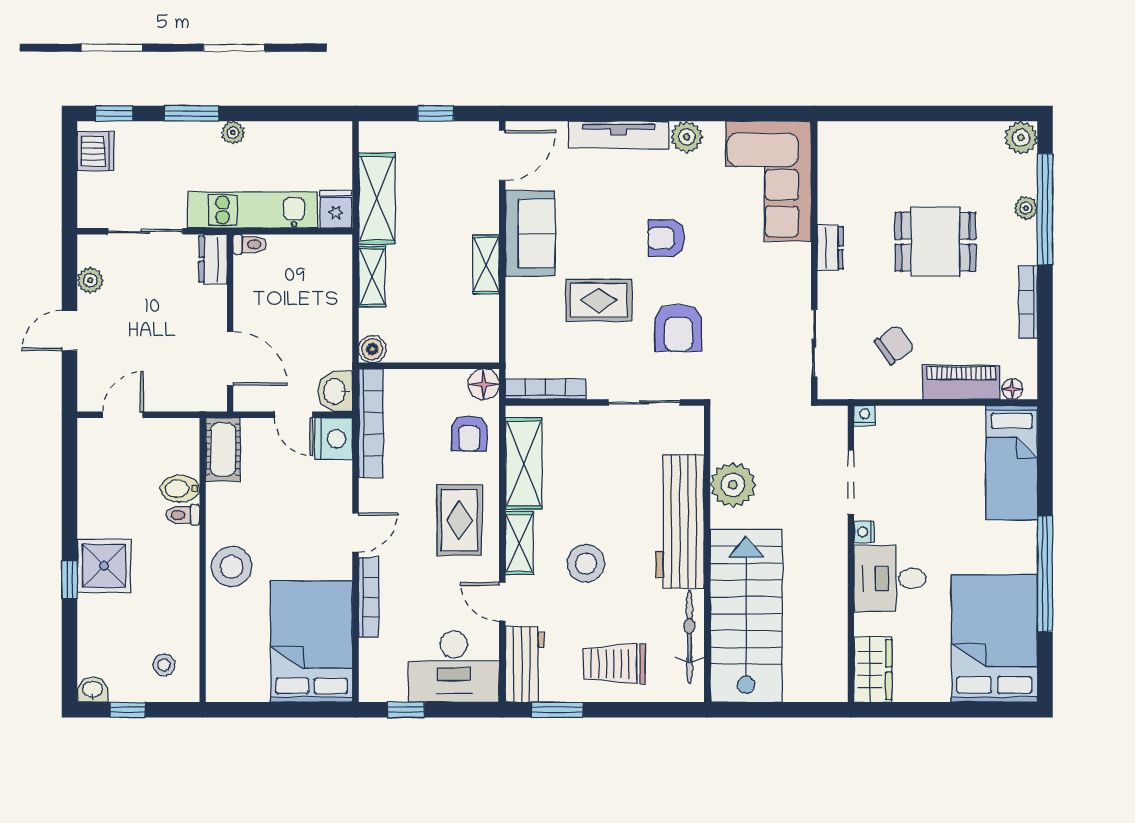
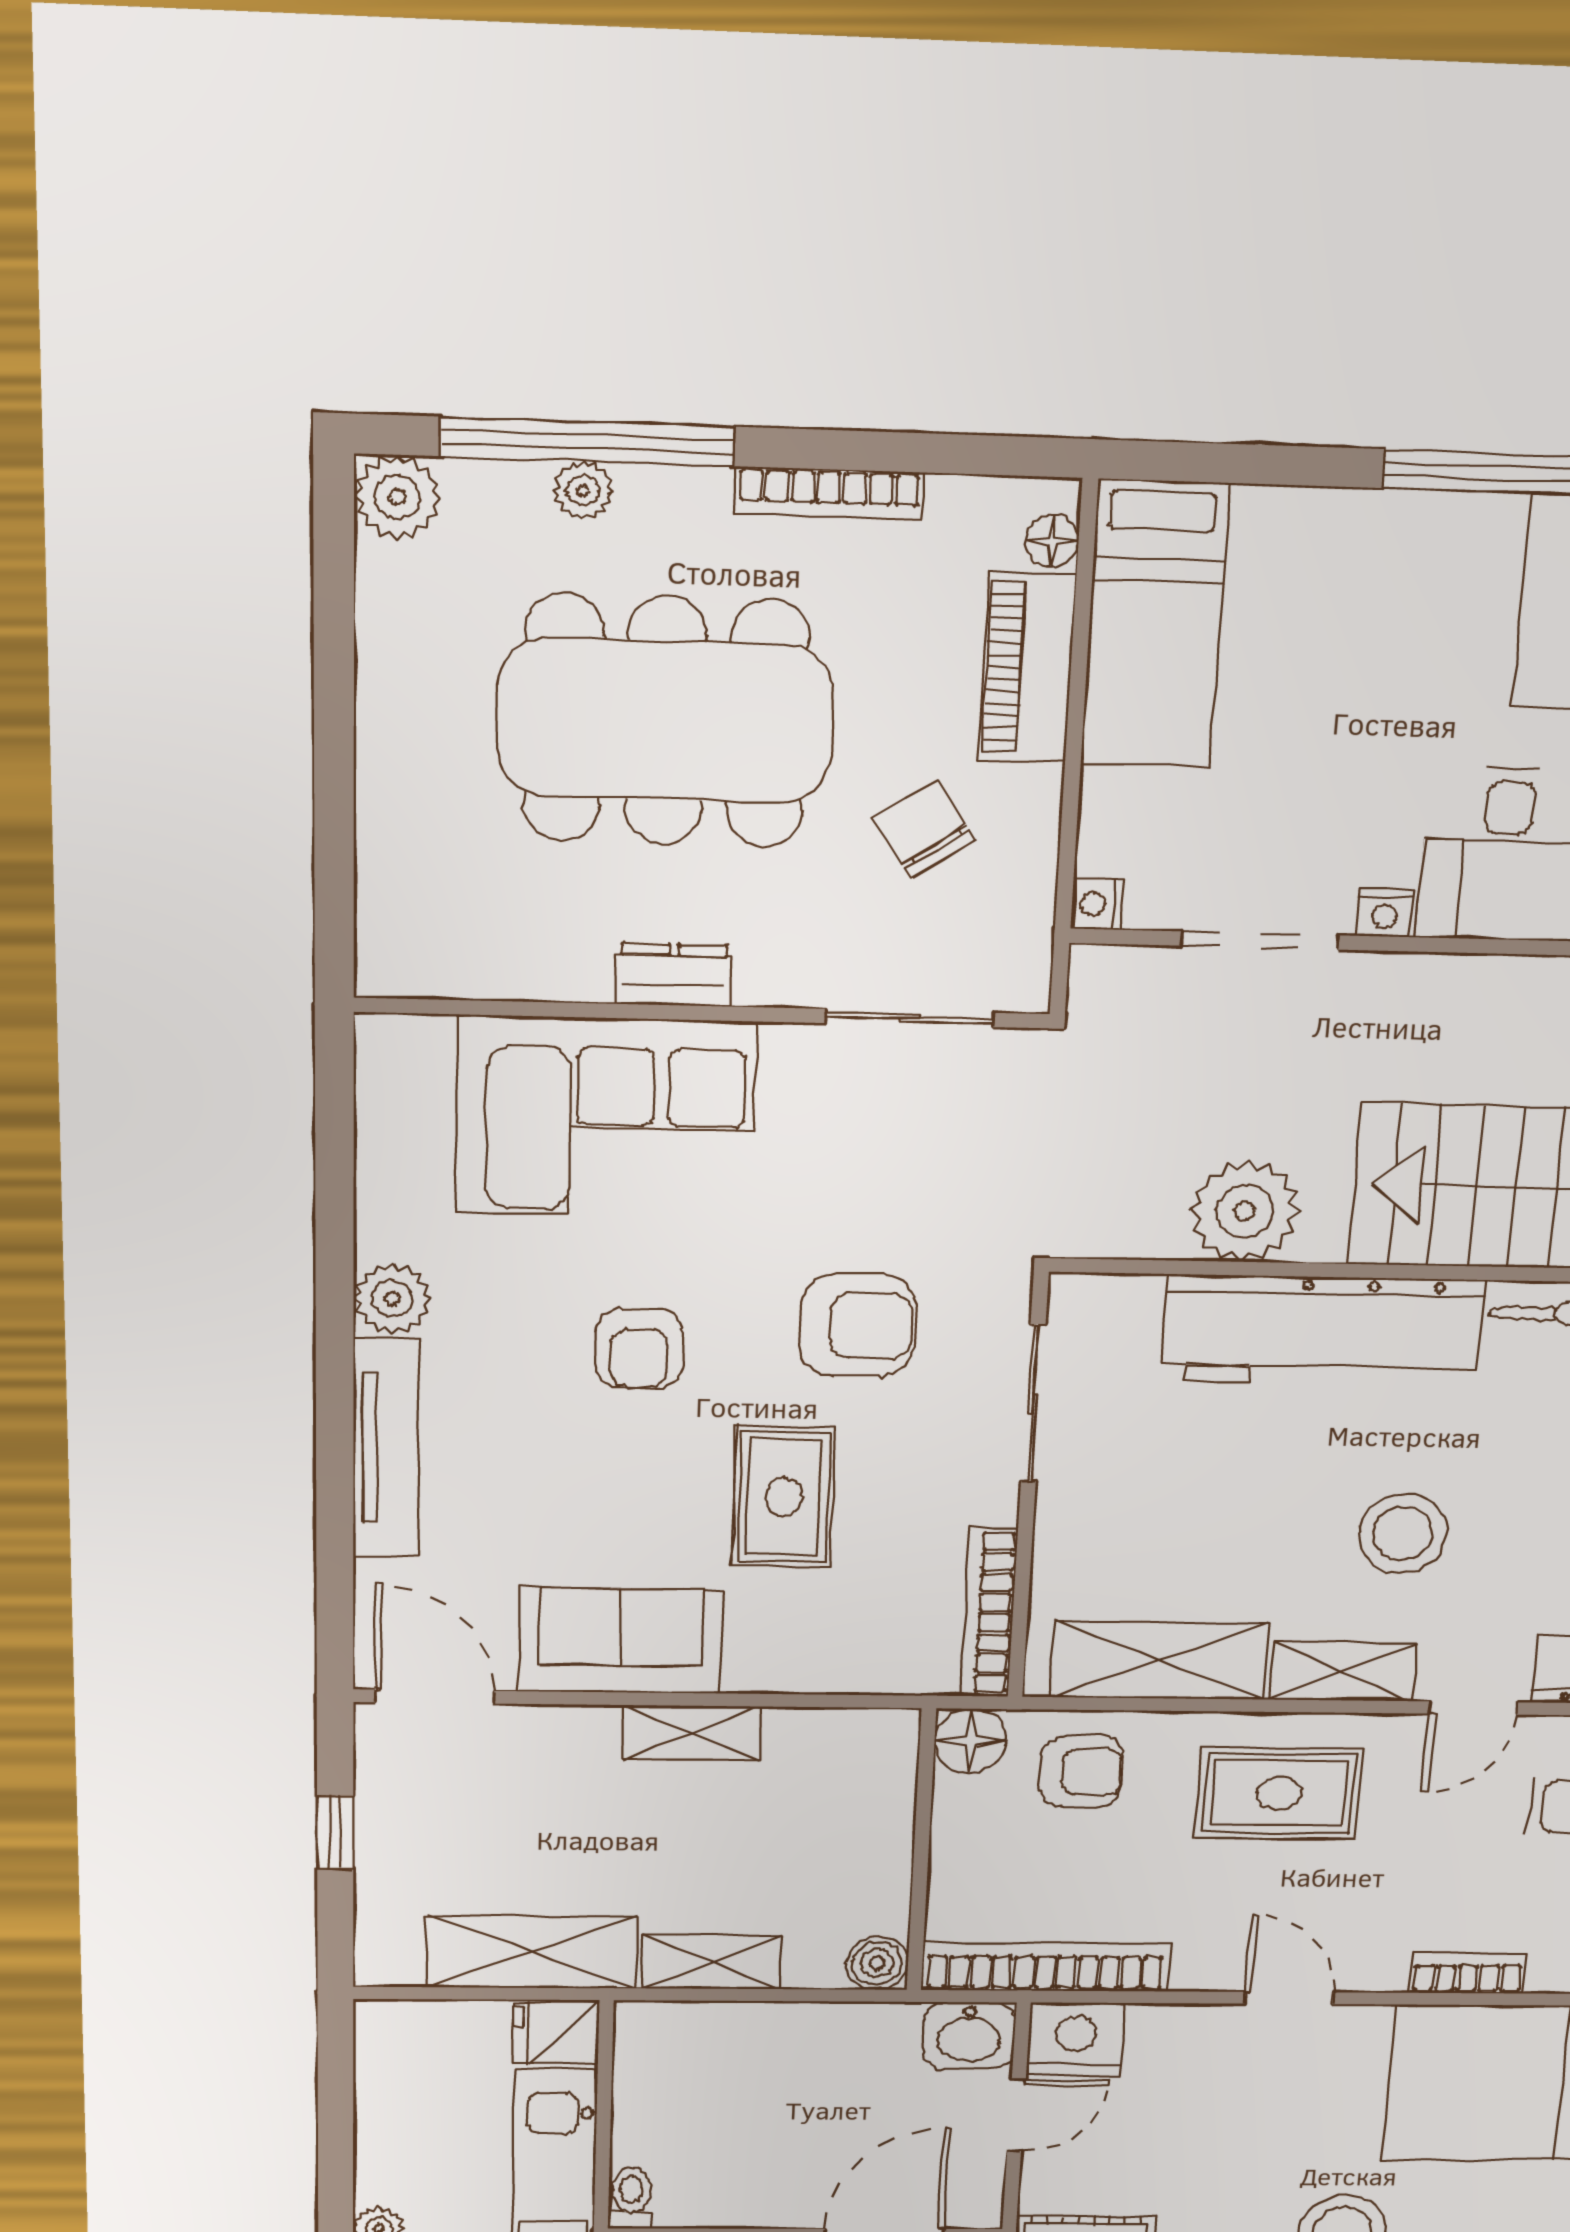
corner sofa: (768, 181) -> (606, 1117), moved
dining table: (935, 242) -> (665, 721), width x1.88, depth x1.24
bed: (1012, 463) -> (1155, 624), moved, turned 90
bookcase: (369, 597) -> (1468, 1973), width x0.64

